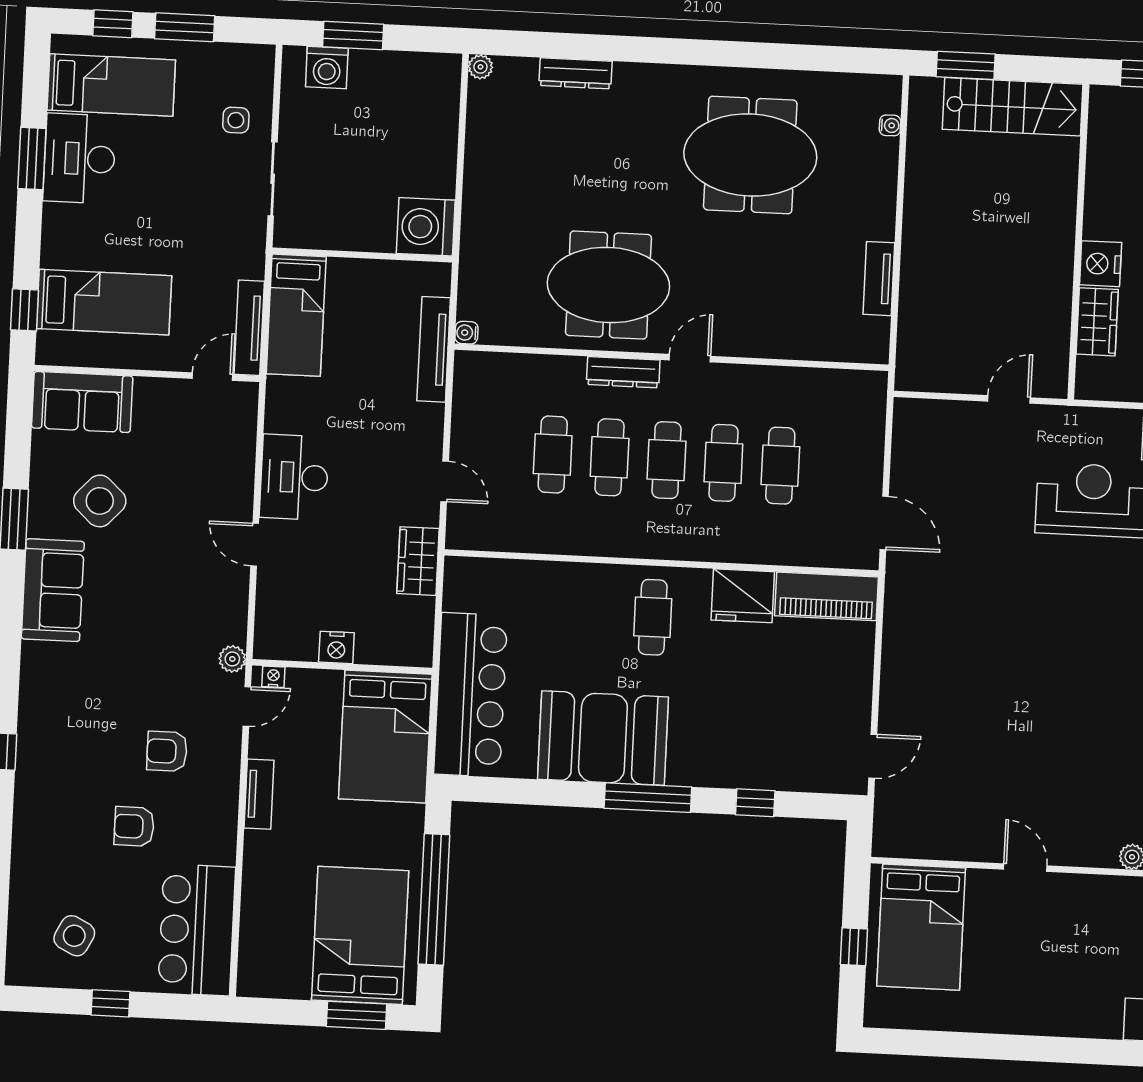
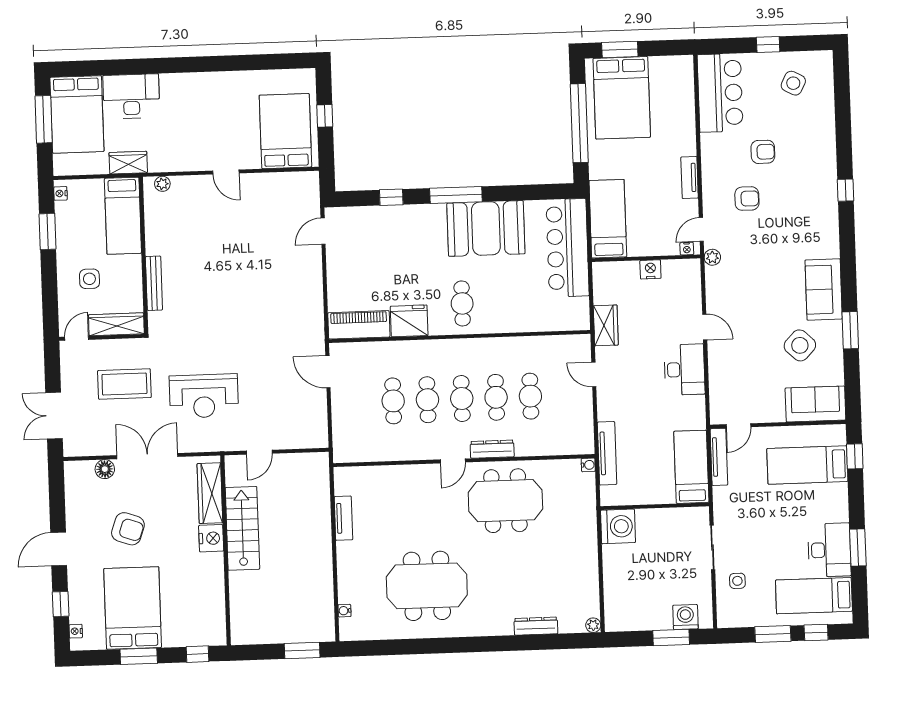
stairs: (1013, 107) -> (242, 528), moved, turned 90
wardrobe: (1097, 322) -> (210, 493), width x1.50
bed: (385, 737) -> (608, 219), width x0.67

